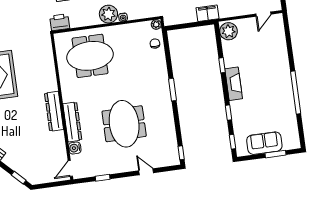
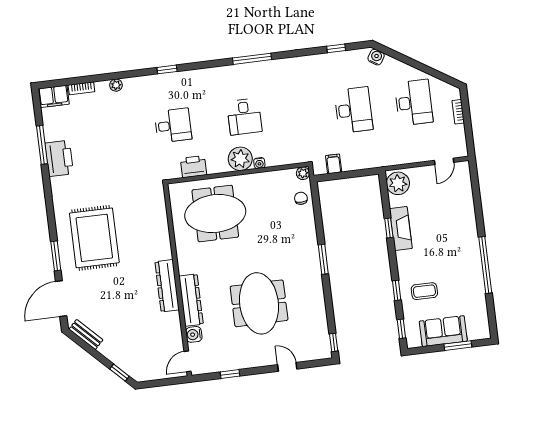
filing cabinet: (207, 13) -> (334, 164), moved, width x0.50
printer: (60, 22) -> (194, 167), moved
fireplace: (234, 84) -> (401, 229), moved
coffee table: (250, 113) -> (424, 291), added

